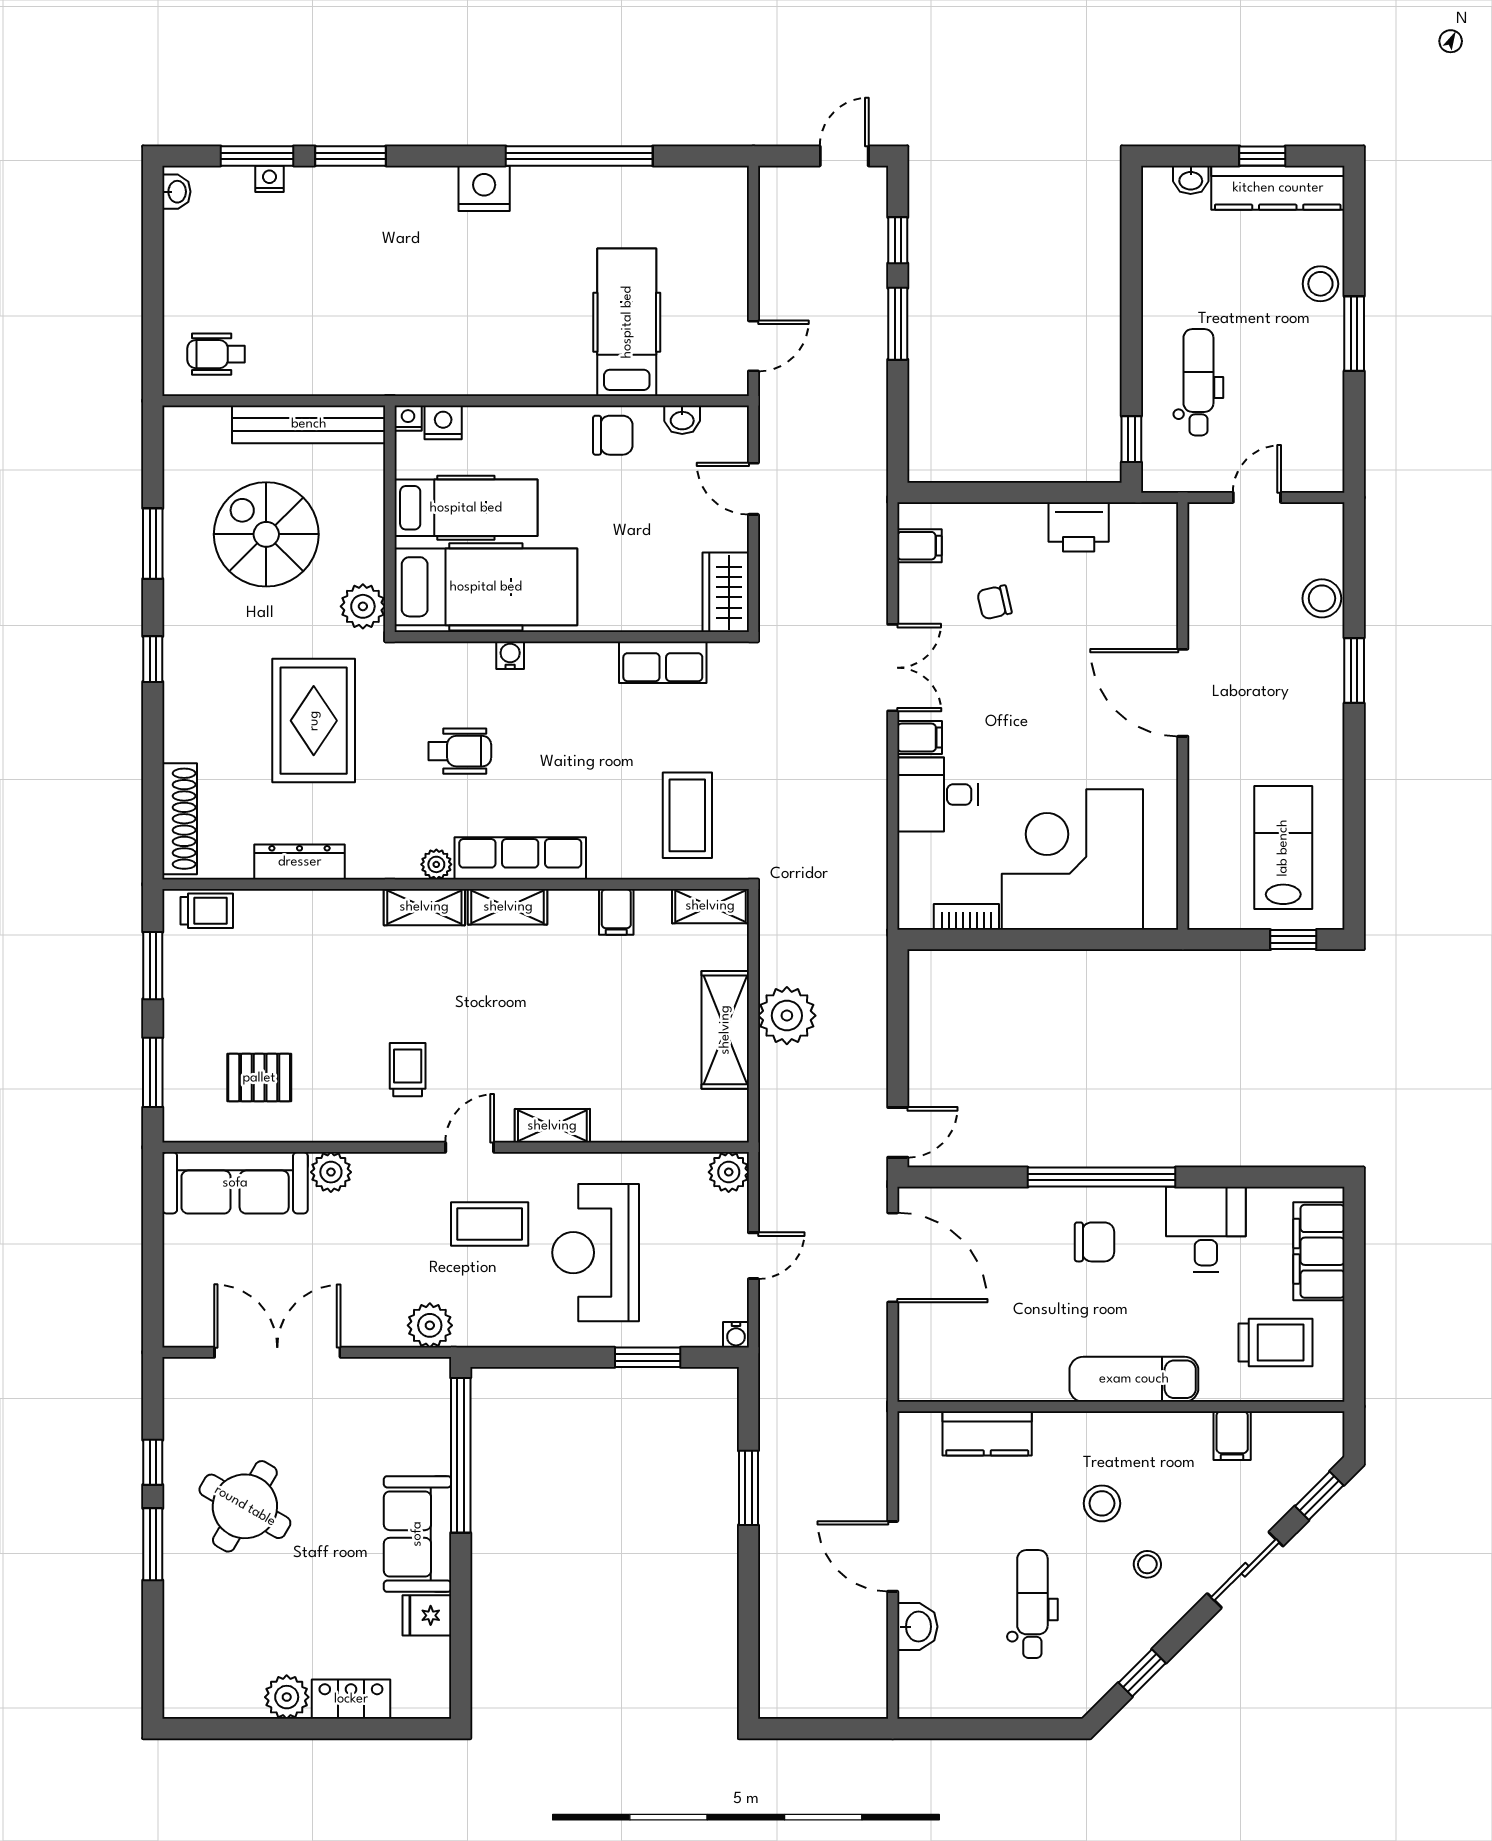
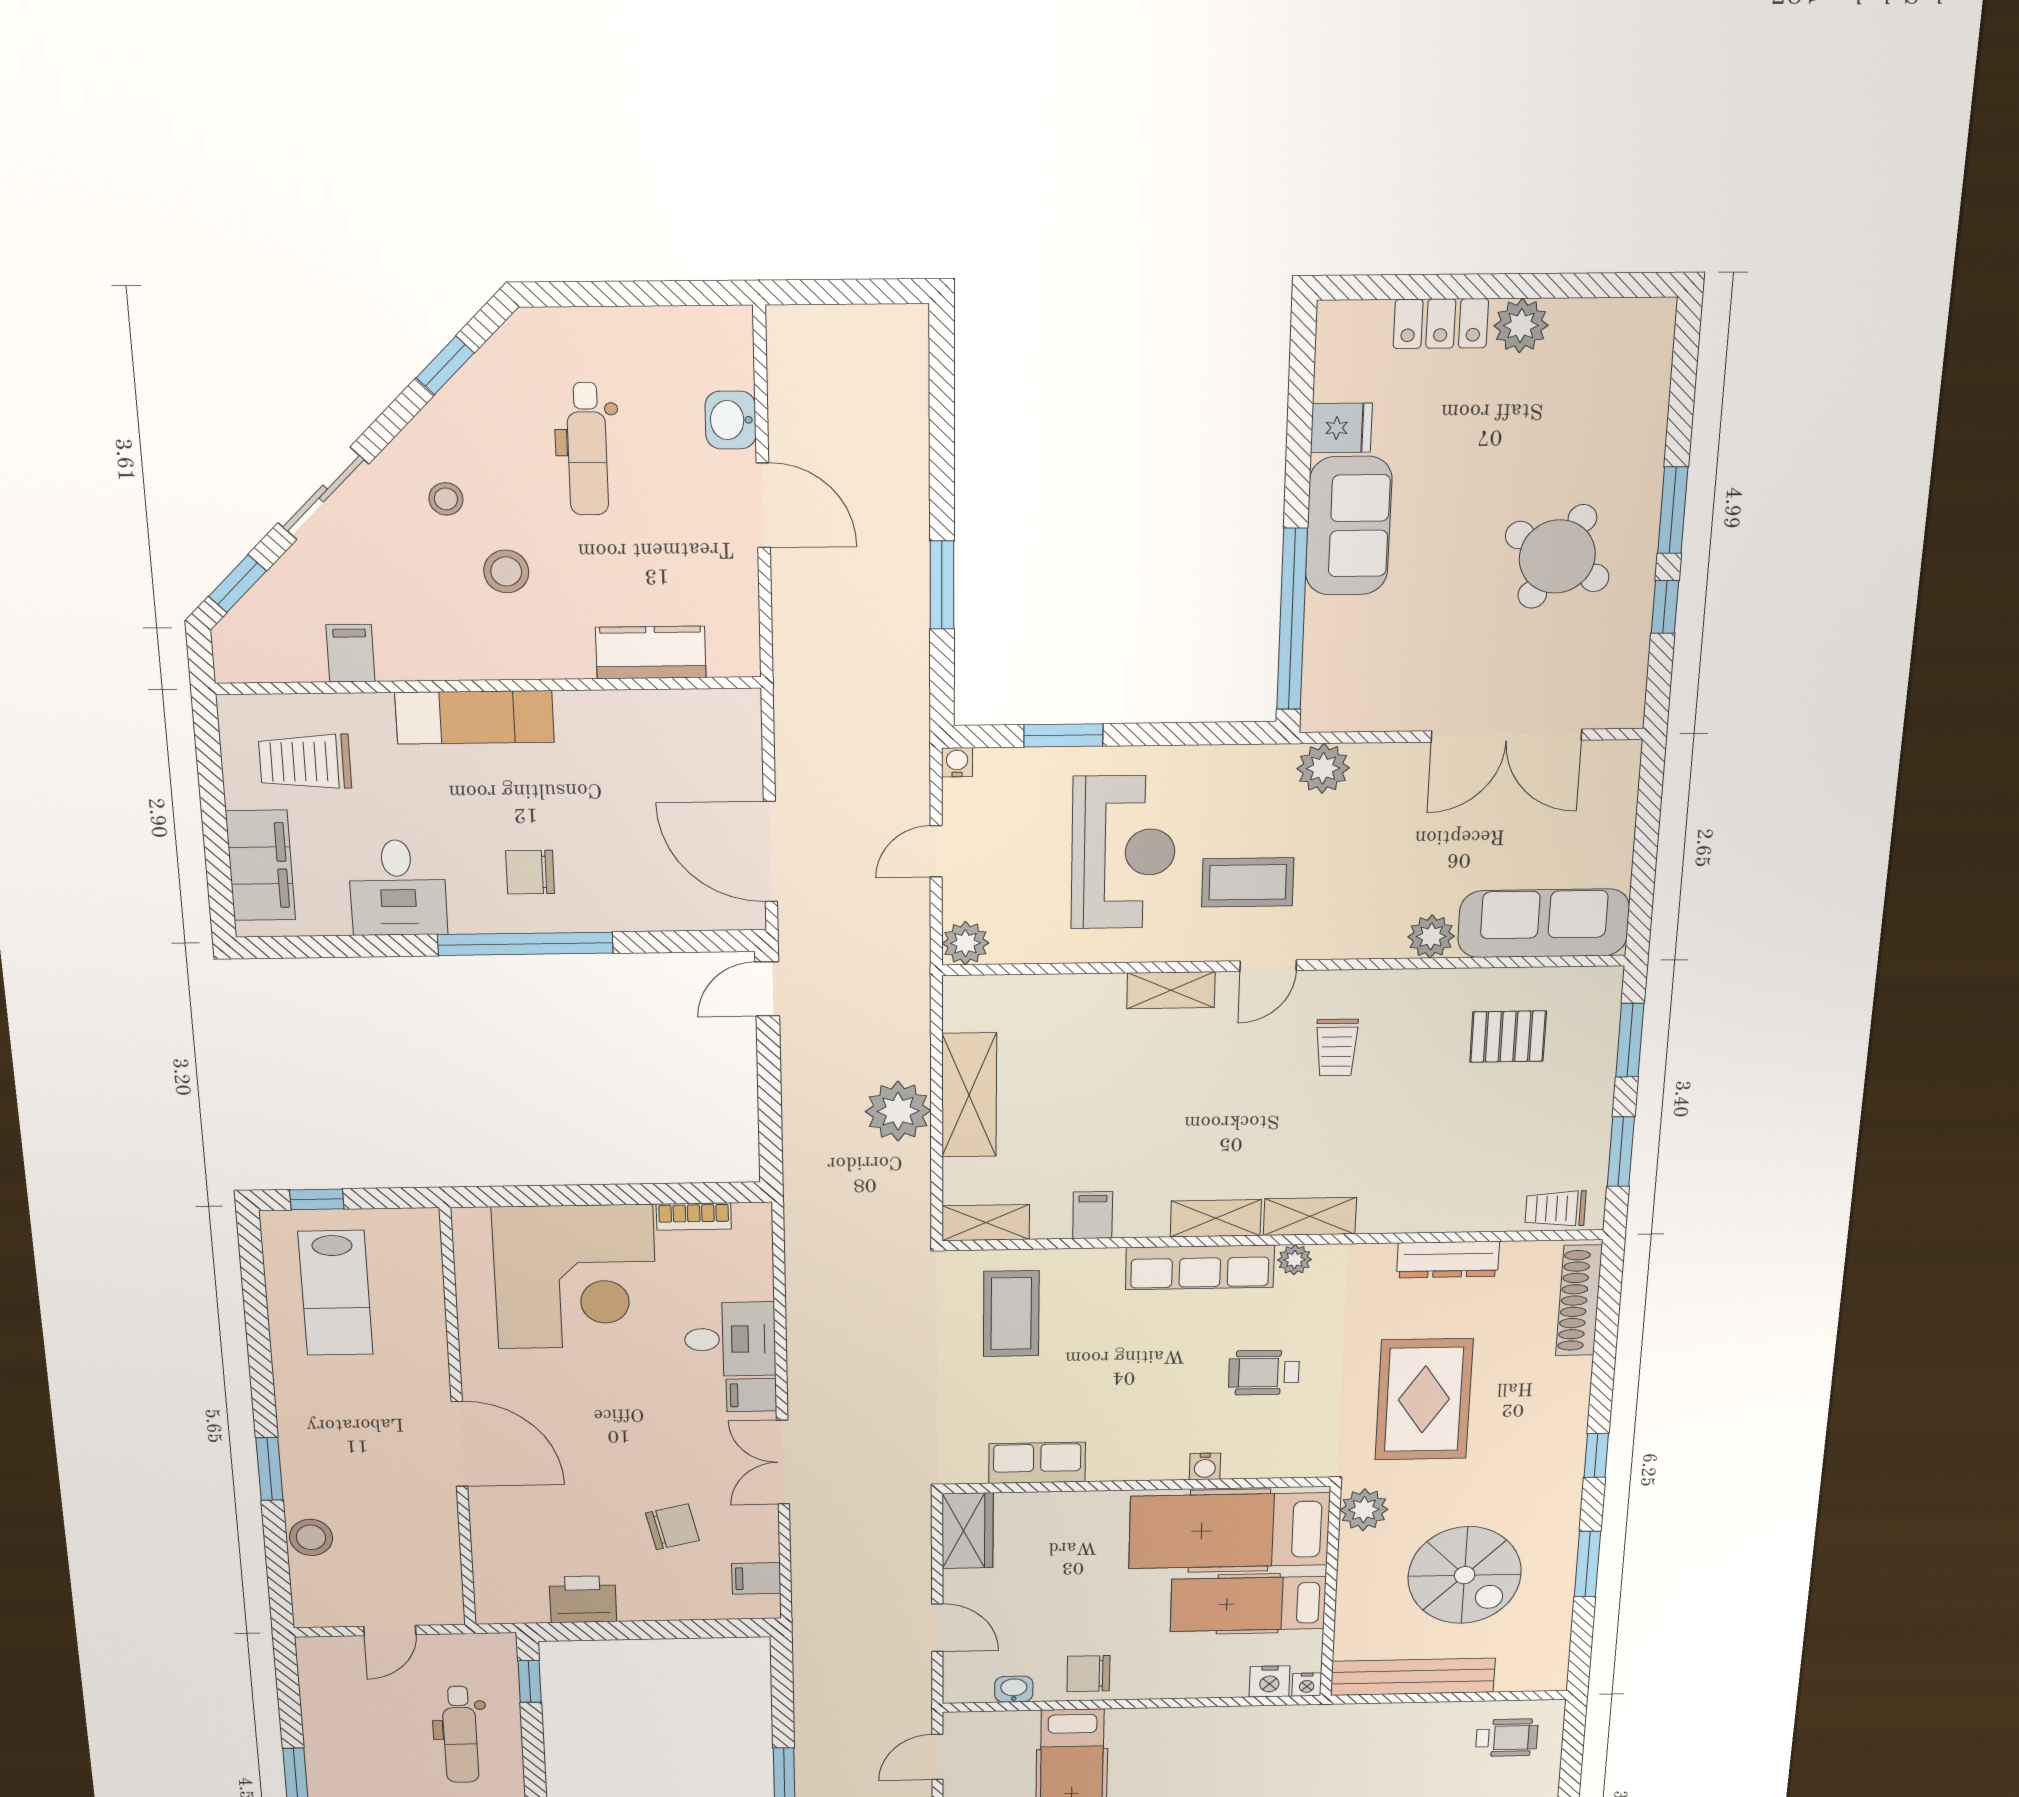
chair: (994, 602) -> (672, 1527), width x1.37, depth x1.37

